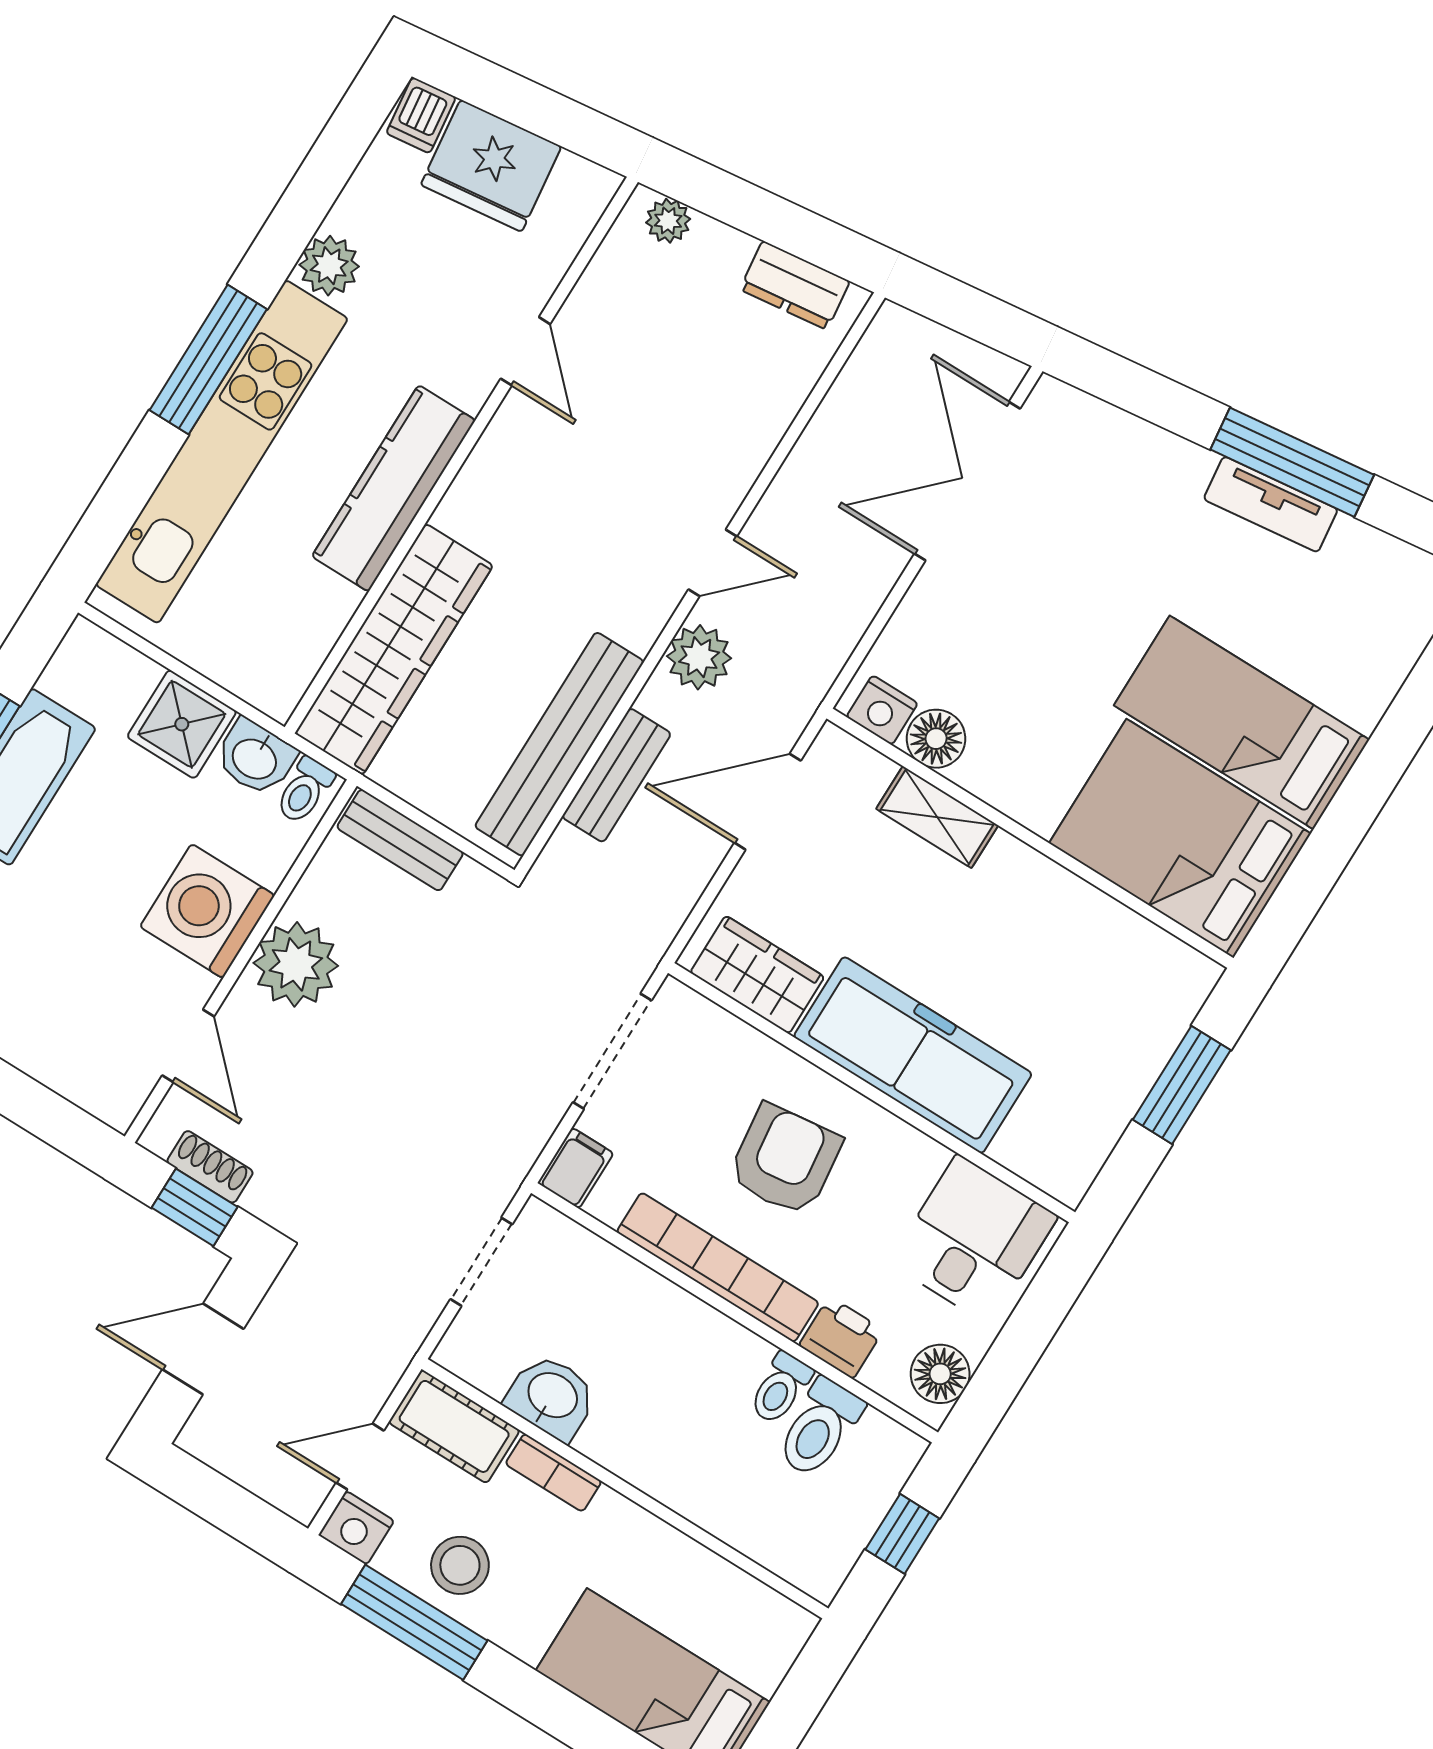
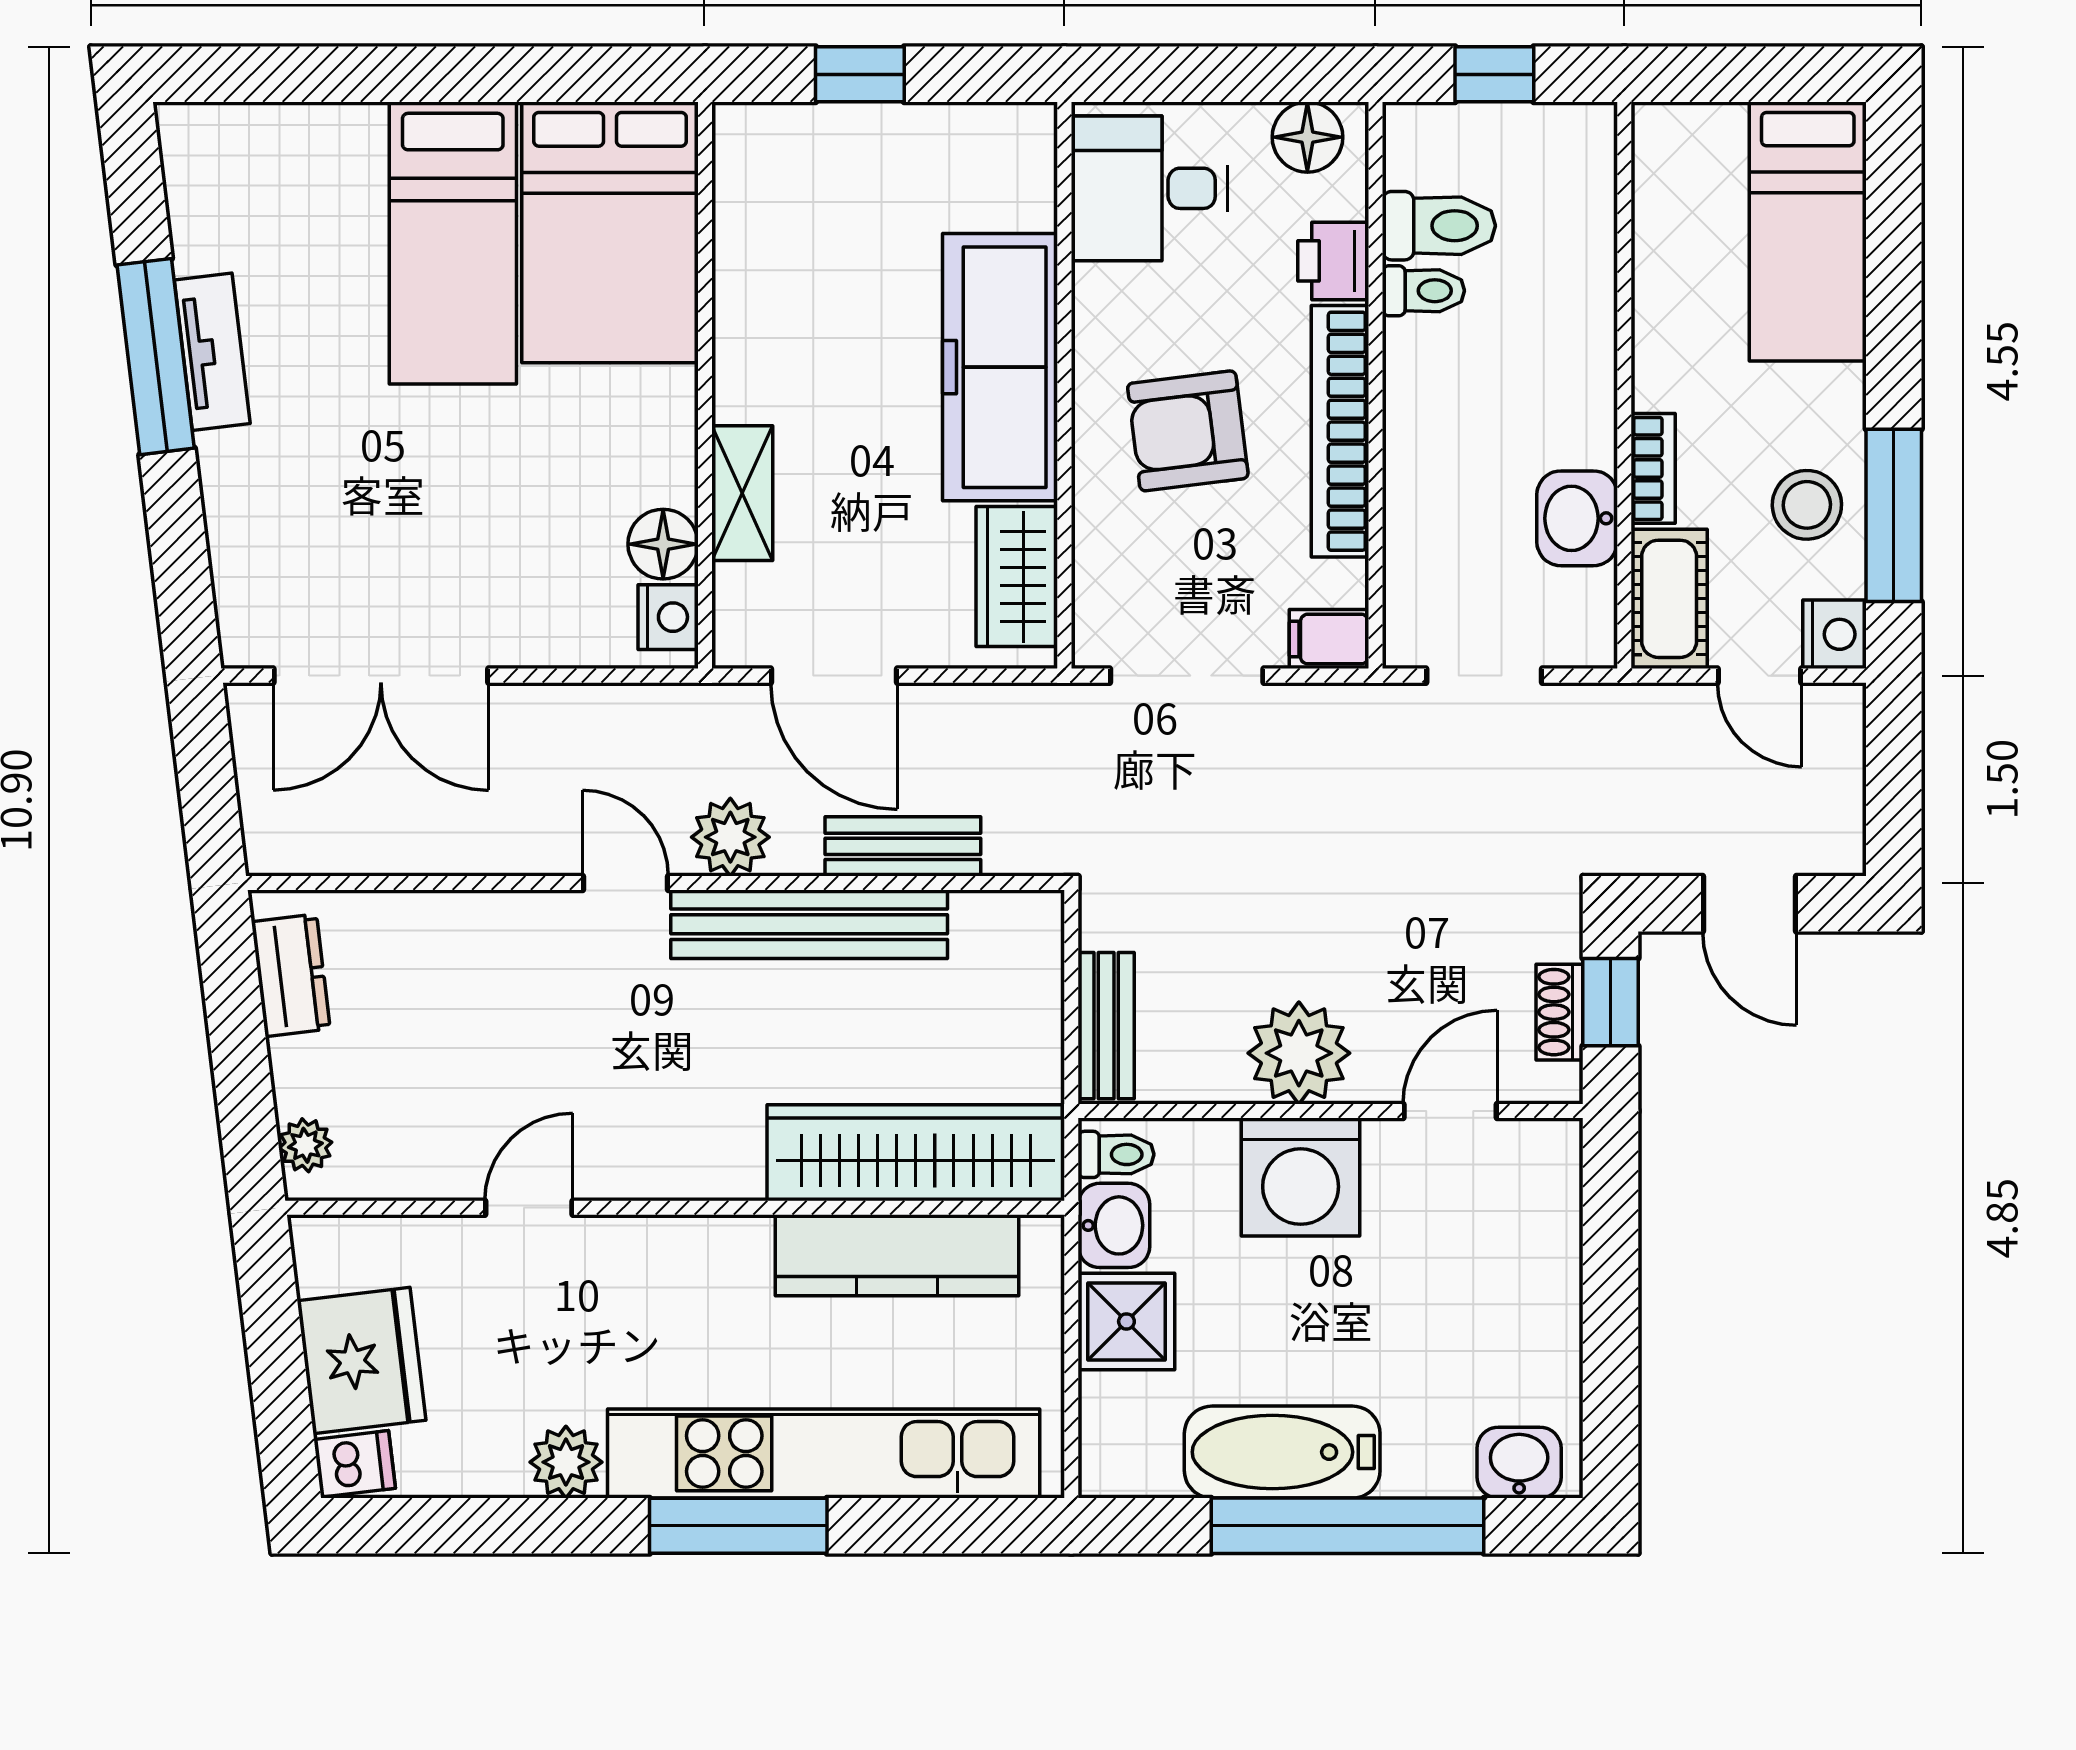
kitchen counter: (394, 488) -> (897, 1255), moved
bench: (559, 744) -> (809, 924), moved
window: (1182, 1085) -> (860, 74), width x0.67

